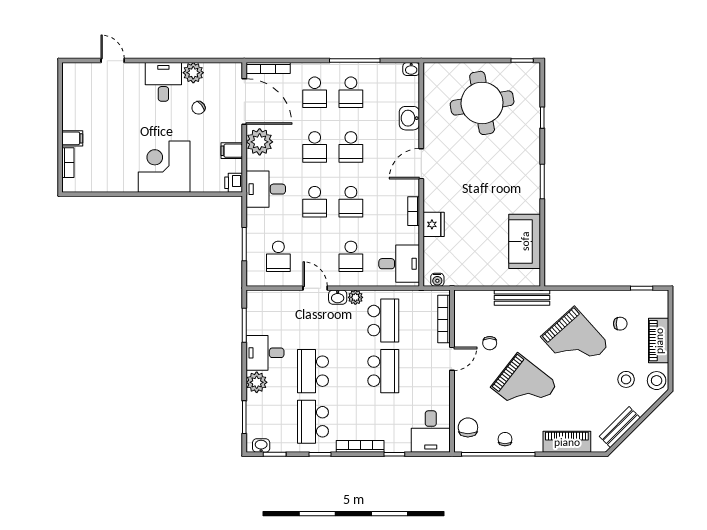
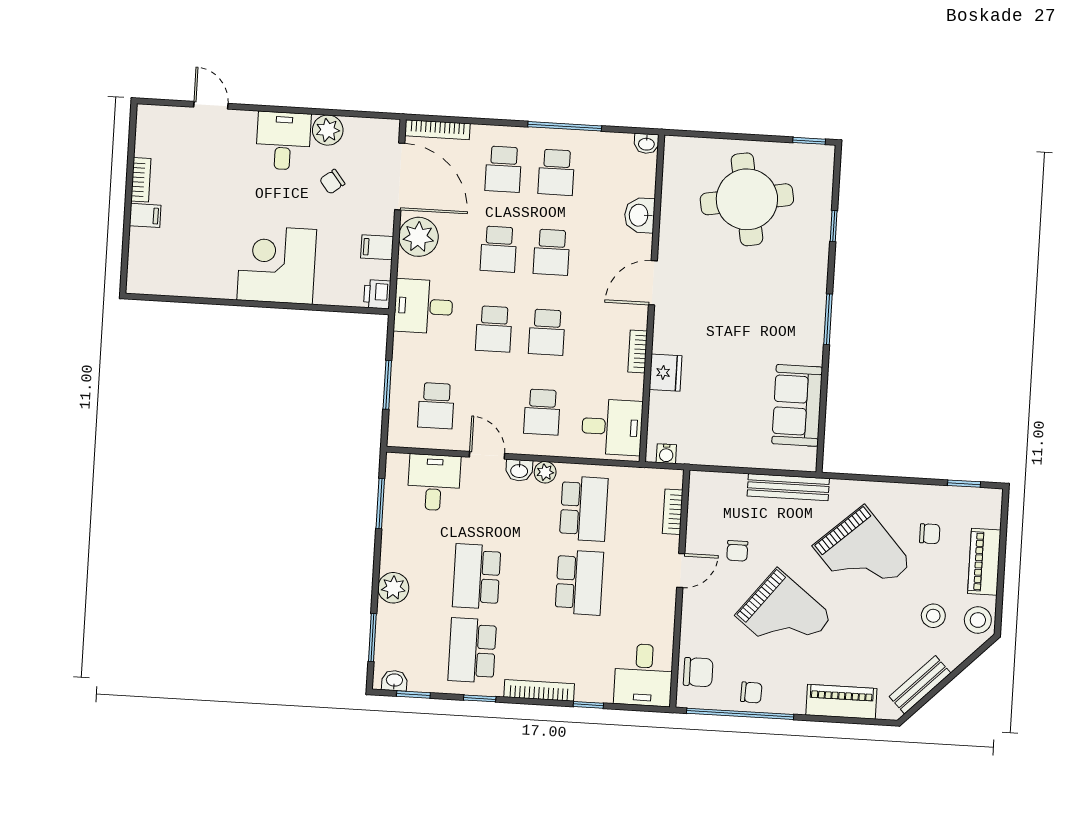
bookcase: (68, 163) -> (141, 180), moved
bookcase: (444, 319) -> (673, 512), width x0.64
desk: (265, 353) -> (434, 482), moved, turned 90
chair: (468, 427) -> (698, 672), turned 90
chair: (505, 439) -> (751, 692), turned 92

